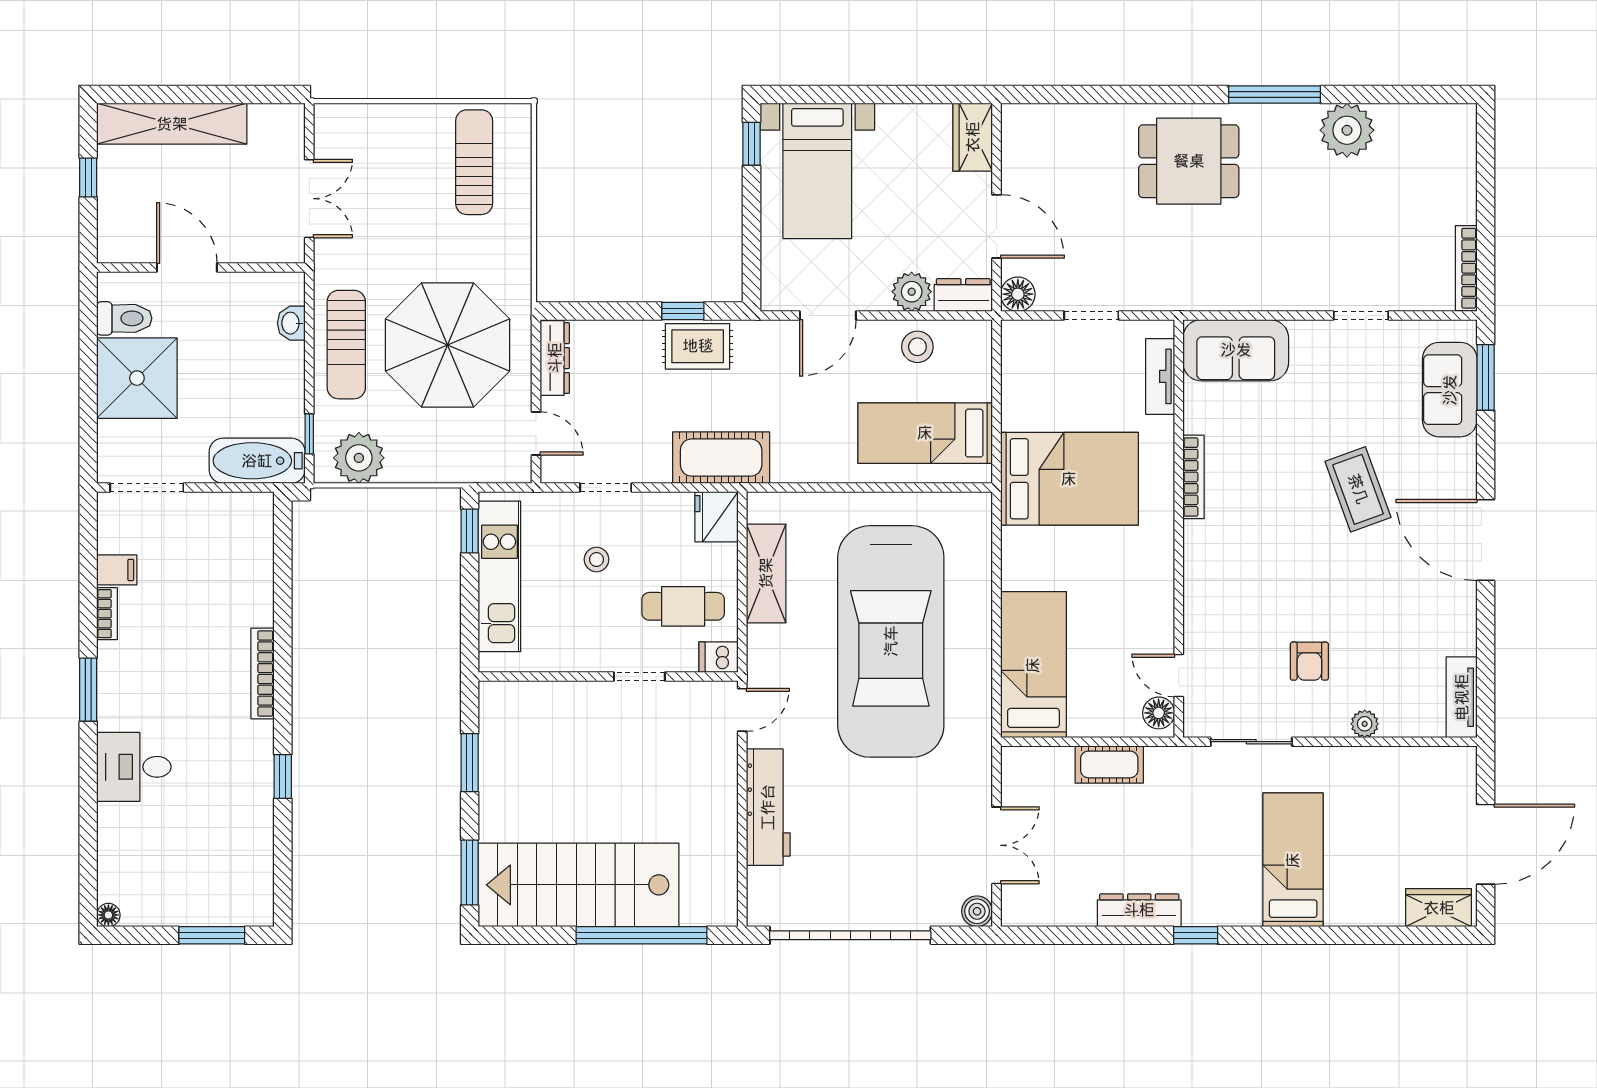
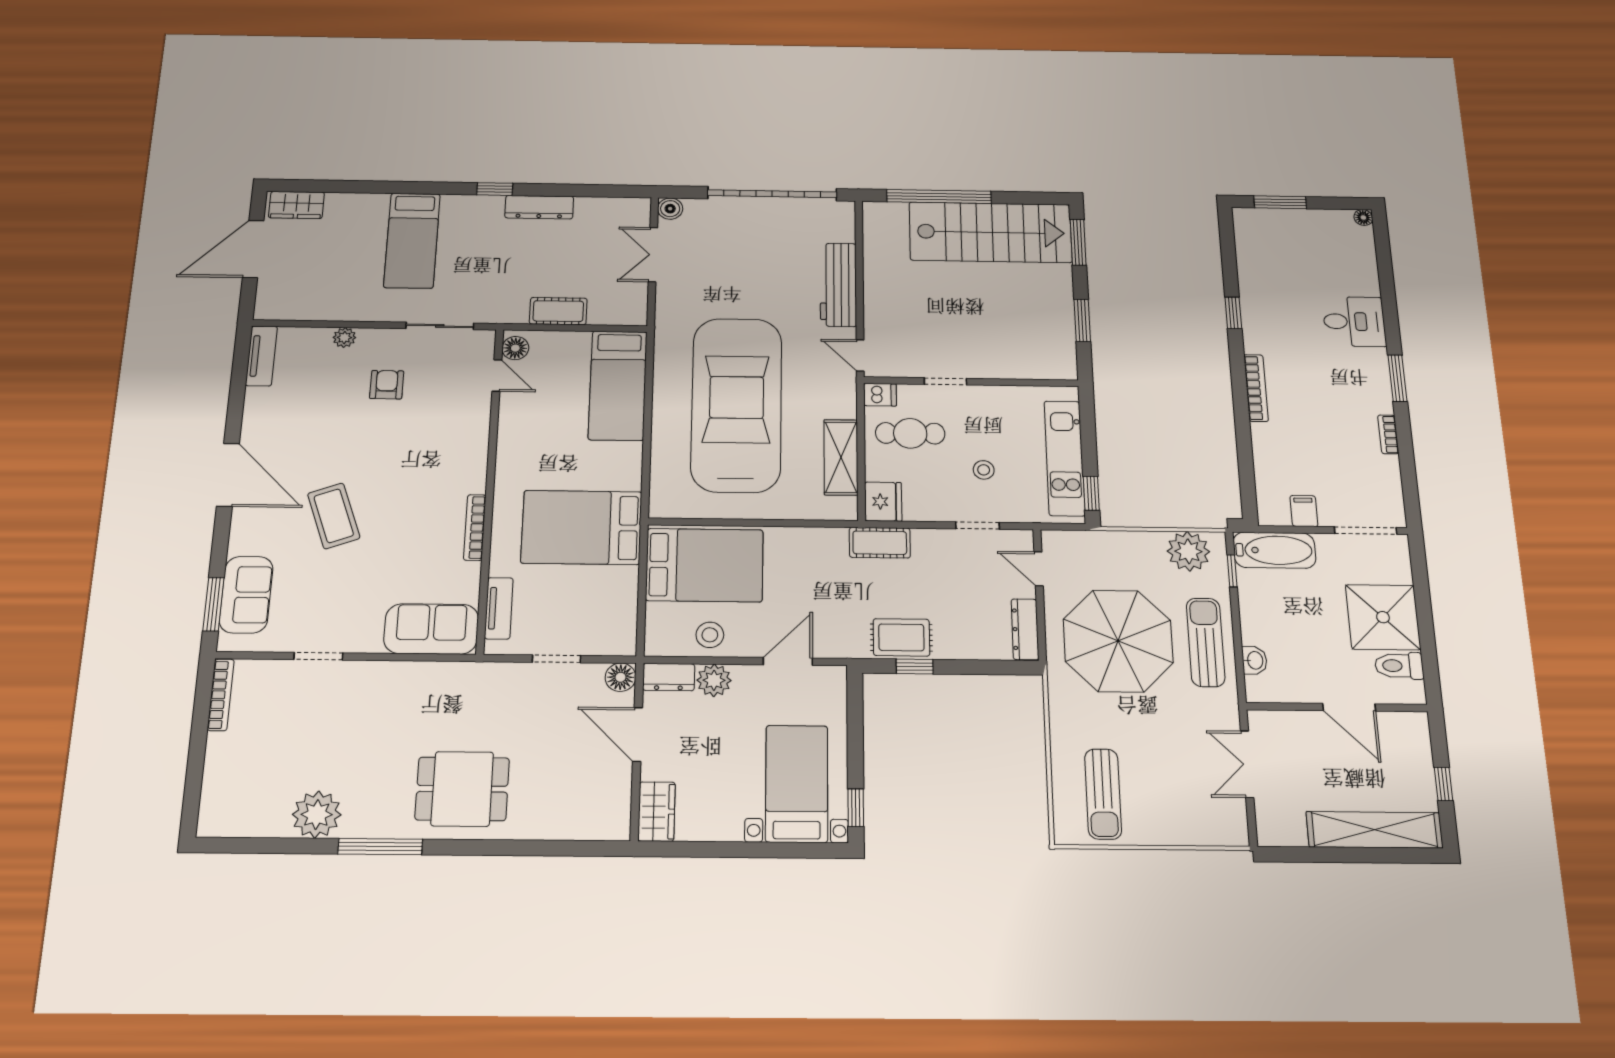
bed: (925, 433) -> (705, 565), width x1.50
cot: (721, 458) -> (880, 543), width x0.73, depth x0.75
filing cabinet: (117, 570) -> (1304, 511), moved, turned 90
door: (742, 710) -> (860, 355), hinge flipped

